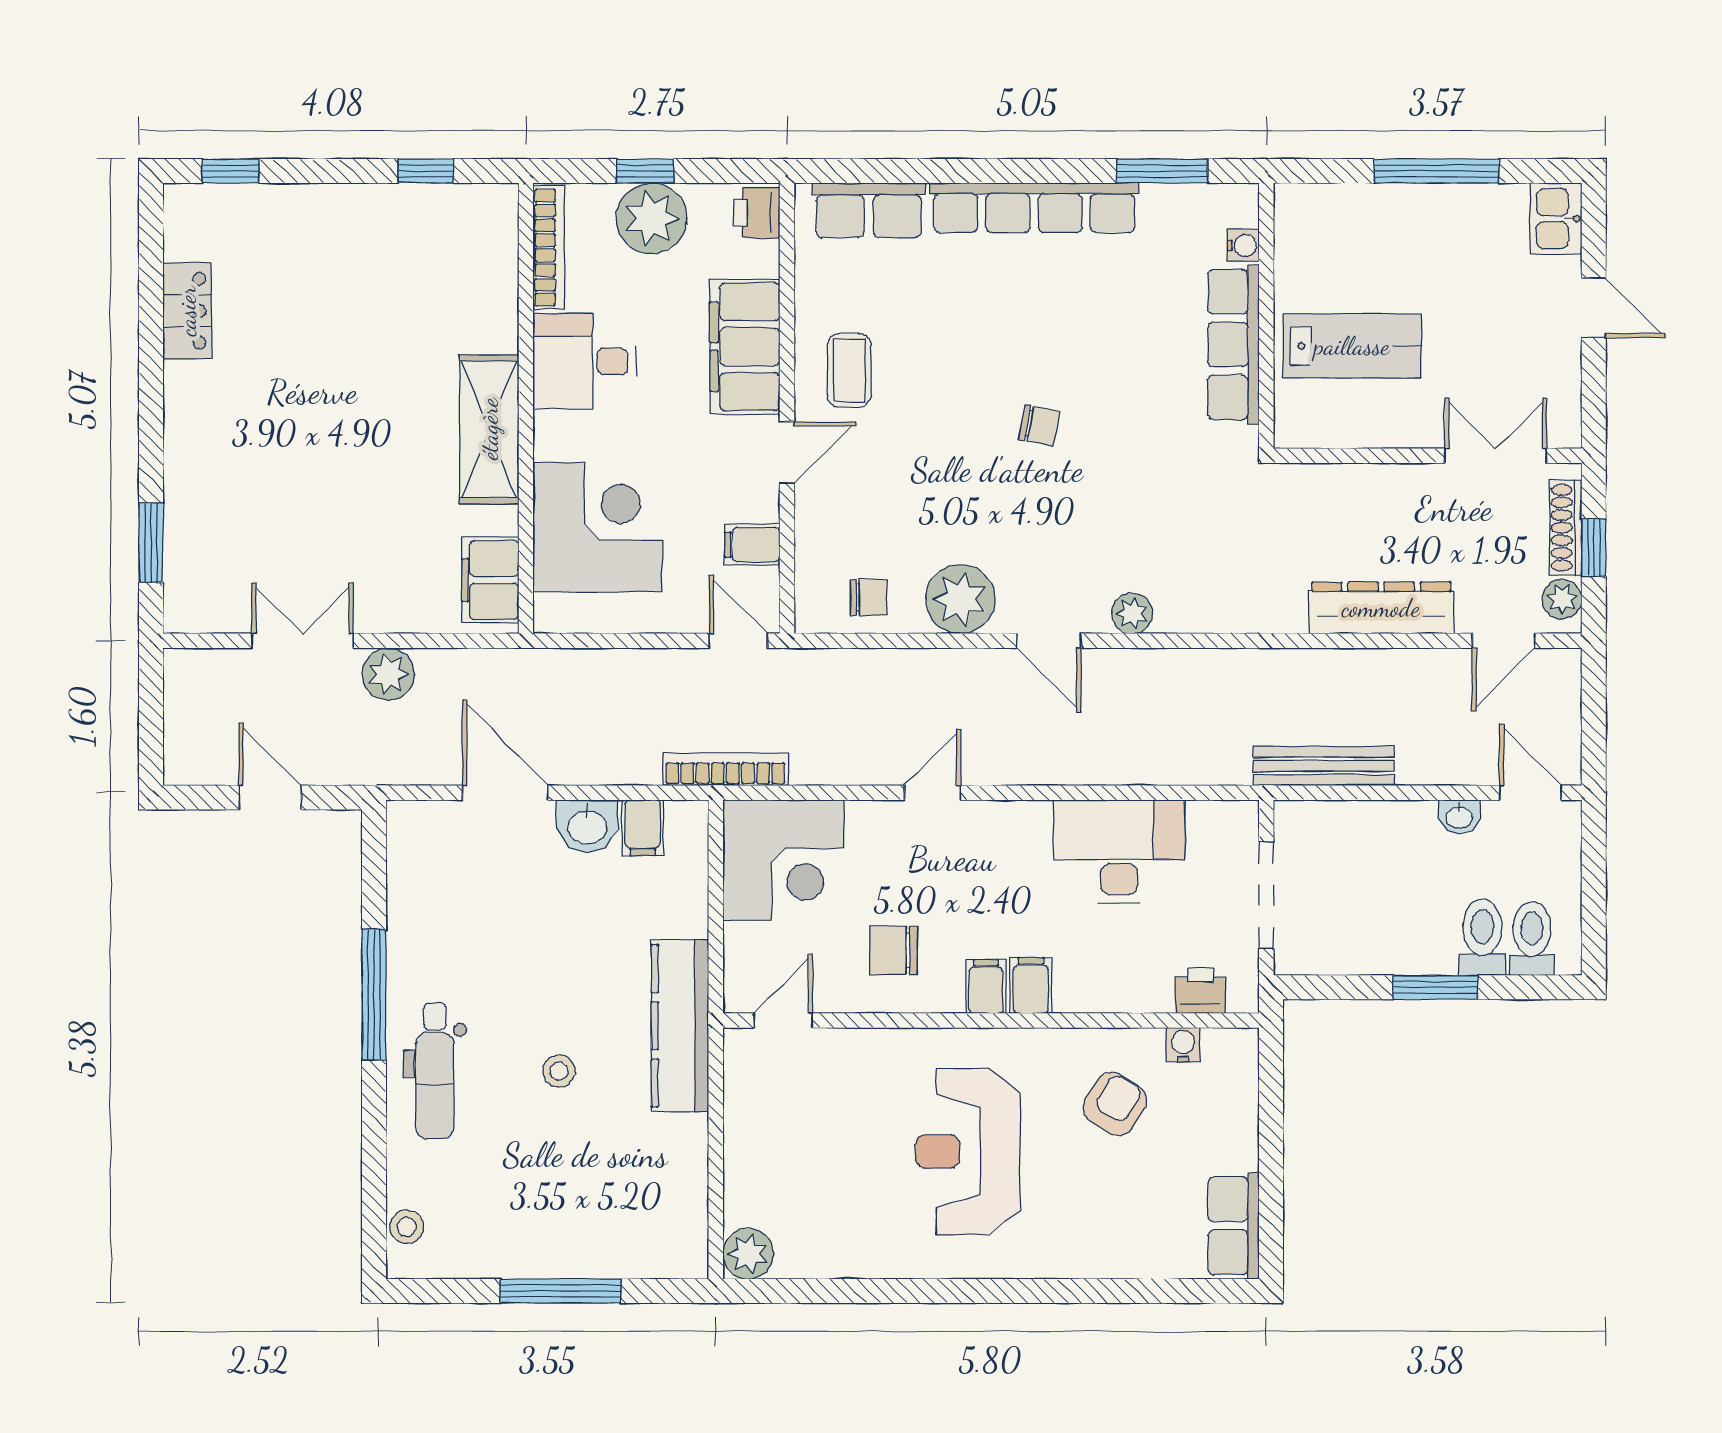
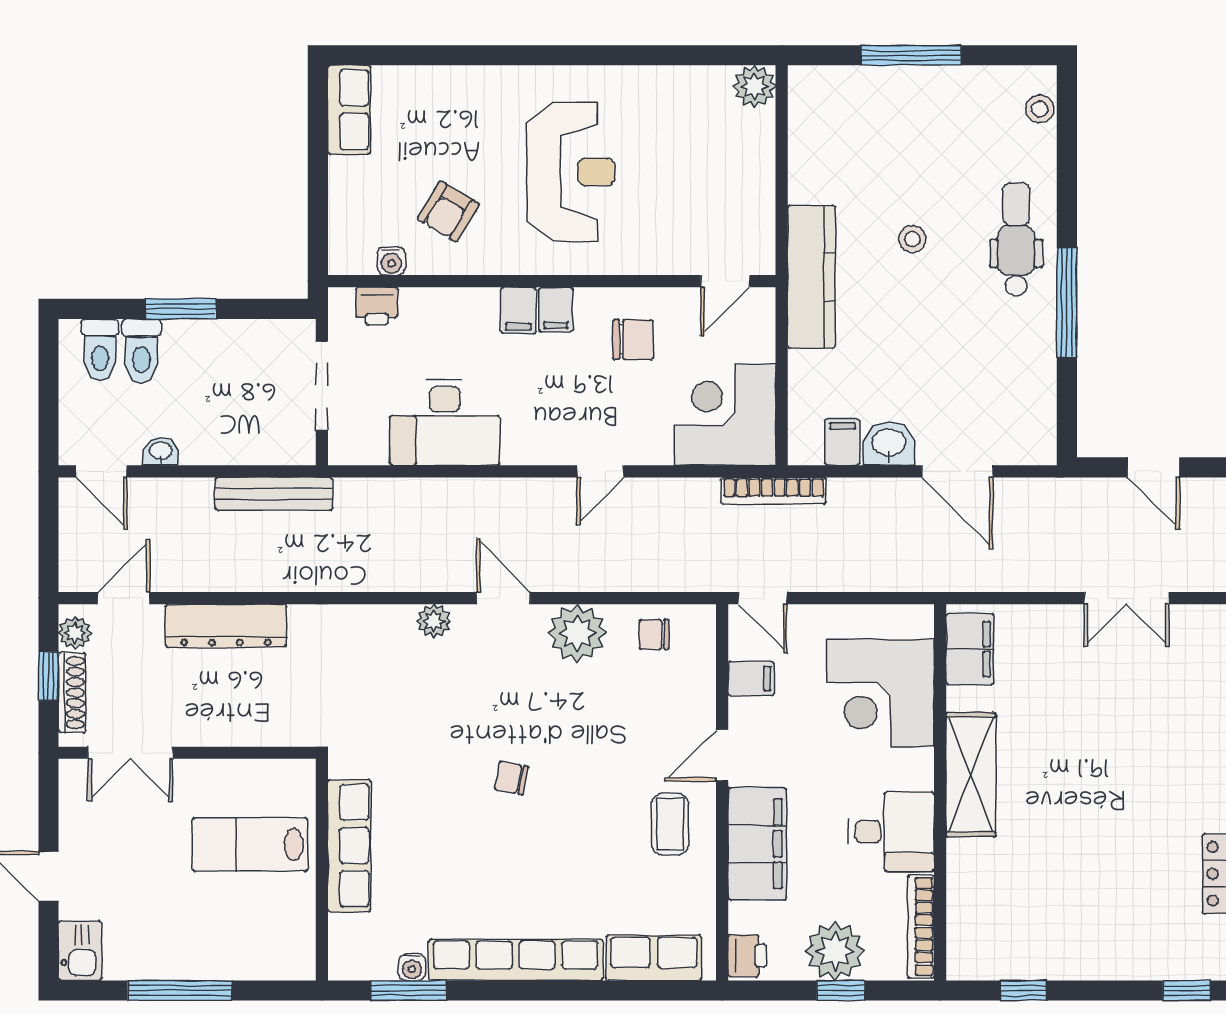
water cooler: (1243, 245) -> (412, 967), moved, turned -90
plant: (388, 674) -> (1055, 570), removed

